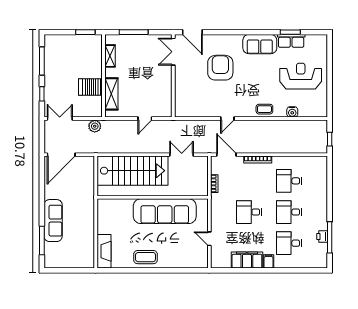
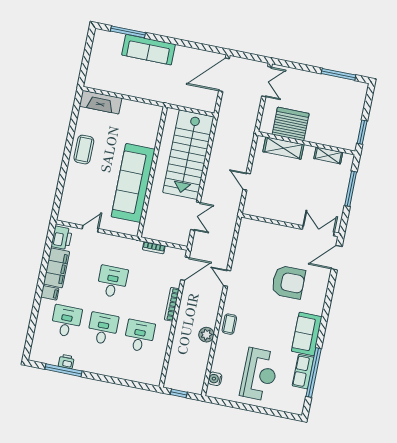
window: (290, 32) -> (314, 372), width x2.11
server rack: (90, 87) -> (291, 124), width x1.60
window: (42, 94) -> (300, 66), removed
water cooler: (292, 112) -> (215, 379), moved
plant: (95, 126) -> (206, 335), moved
door: (61, 155) -> (224, 75), hinge flipped
printer: (222, 261) -> (62, 238), added

